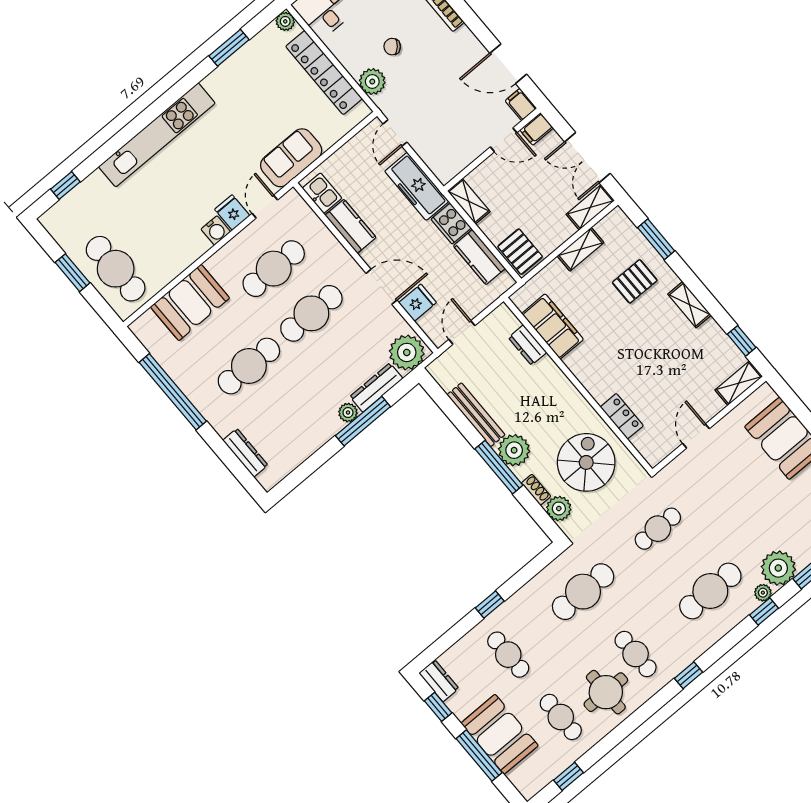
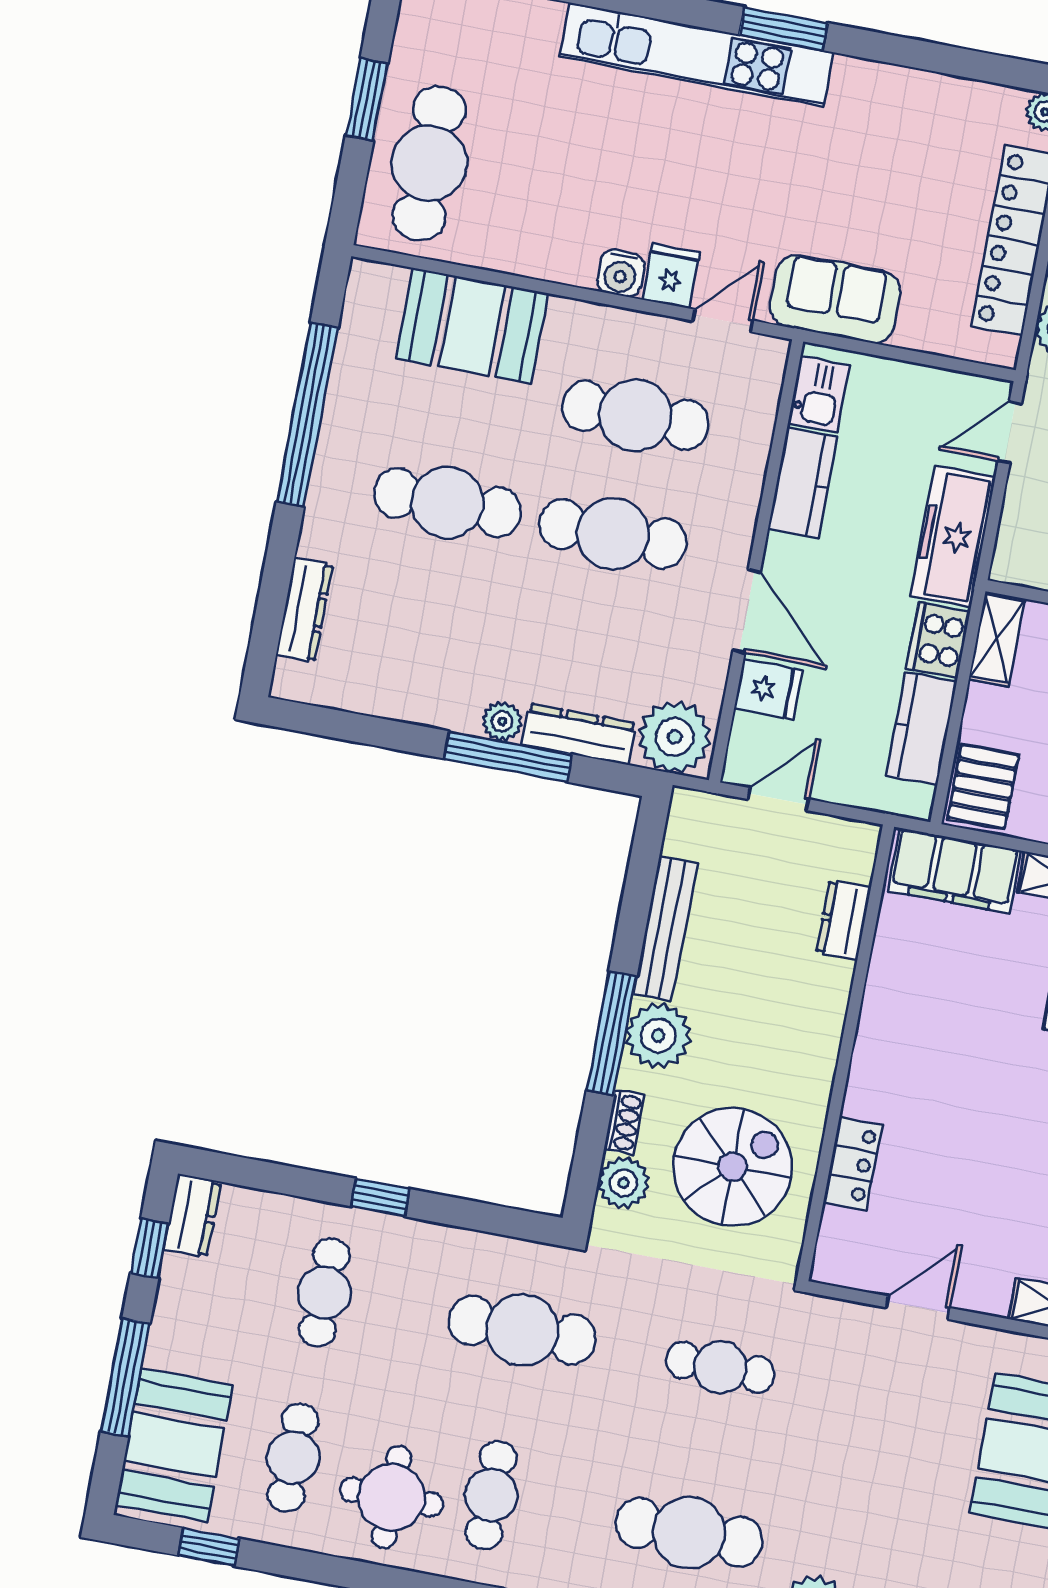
window: (229, 48) -> (784, 29), moved
filing cabinet: (553, 326) -> (954, 871), moved, turned 90
booth: (500, 734) -> (174, 1445), moved

